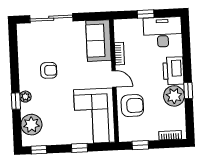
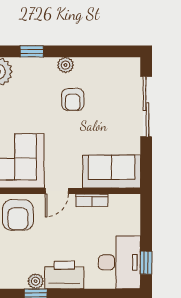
window: (146, 14) -> (146, 263), moved
plant: (174, 96) -> (36, 281), width x0.53, depth x0.53
plant: (25, 97) -> (66, 65), moved

